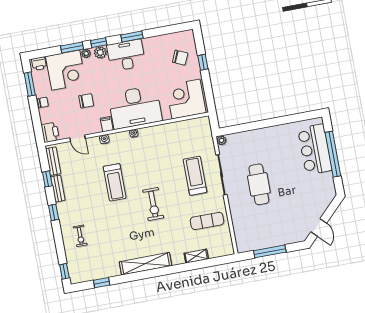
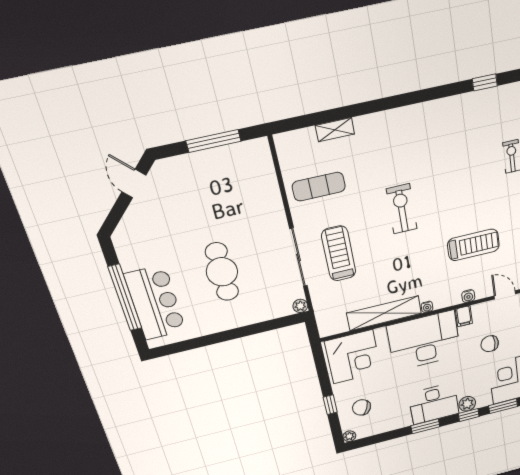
plant: (86, 53) -> (349, 436), moved
treadmill: (195, 176) -> (339, 253), turned 180
treadmill: (115, 182) -> (473, 245), moved, turned 90
cafe table: (259, 184) -> (222, 272), moved
shelving: (145, 264) -> (384, 313), moved

